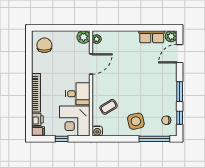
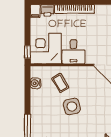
side table: (136, 121) -> (72, 106), moved
water cooler: (97, 131) -> (36, 83), moved
window: (62, 139) -> (27, 52), moved

